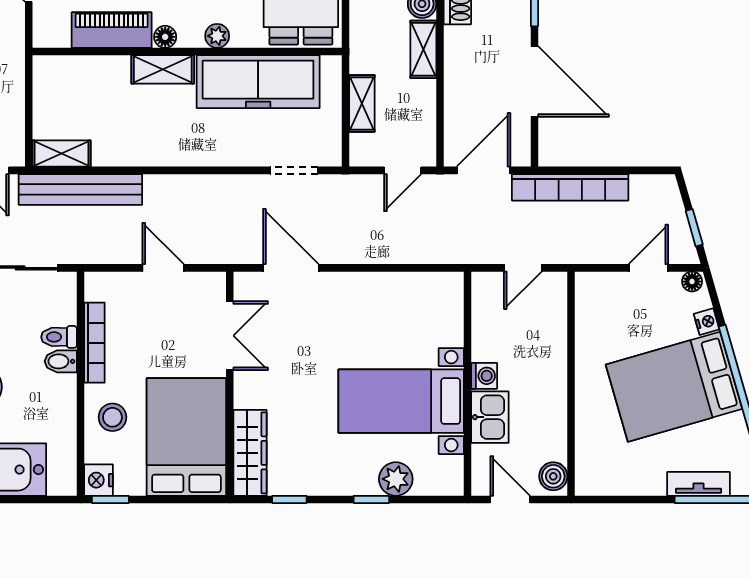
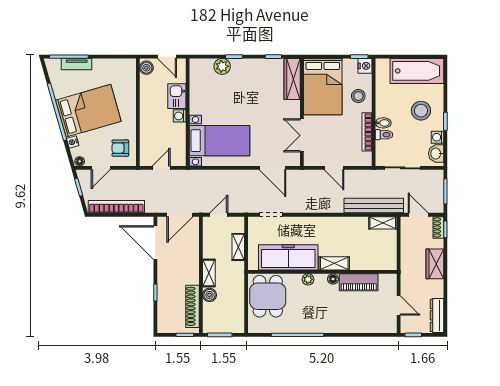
door: (534, 82) -> (155, 243), moved
bookcase: (570, 187) -> (116, 207), moved
armchair: (607, 309) -> (120, 148), added
bed with nightstands: (401, 401) -> (220, 141), moved

